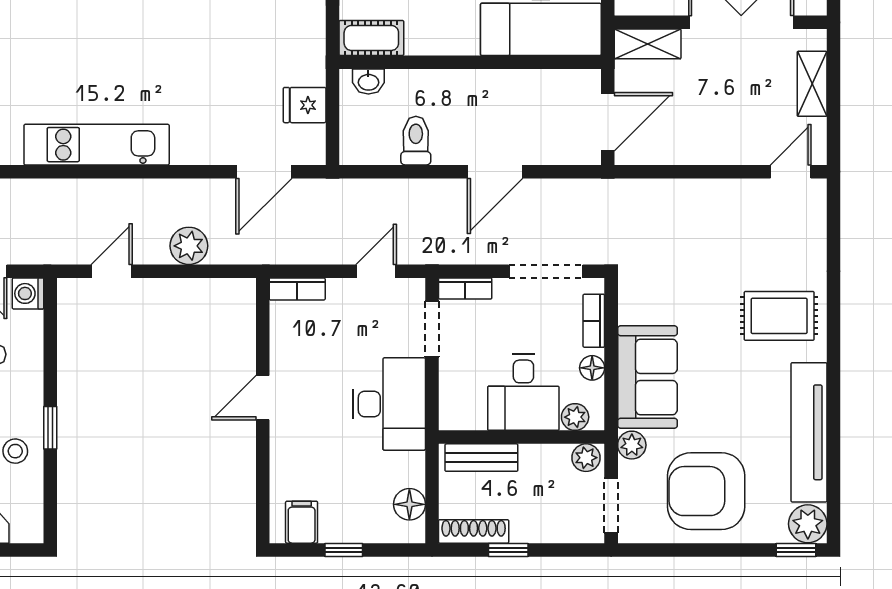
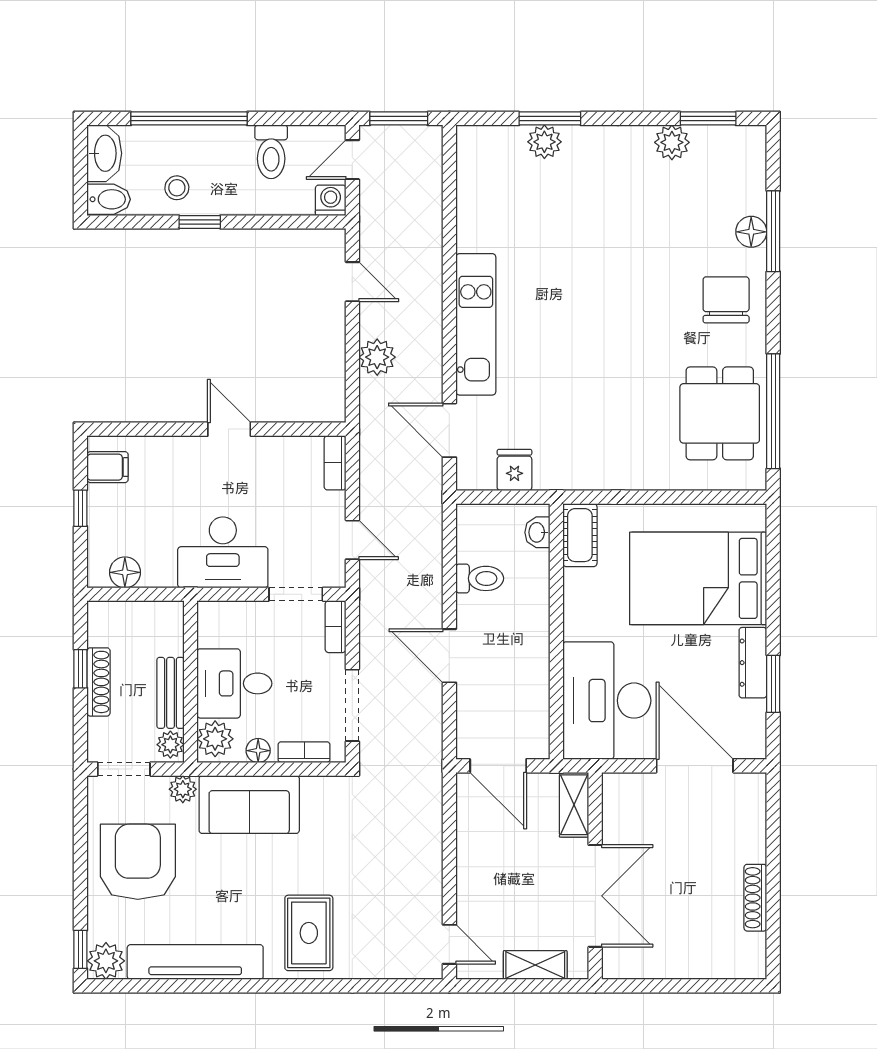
kitchen unit: (97, 145) -> (476, 324), moved
plant: (575, 417) -> (215, 739), width x1.38, depth x1.38
bench: (481, 458) -> (171, 693), moved
bidet: (27, 521) -> (109, 199), added
shoe rack: (474, 531) -> (99, 682), moved

